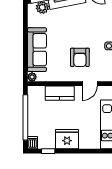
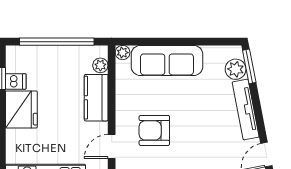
door: (90, 84) -> (112, 146), hinge flipped
plant: (40, 91) -> (100, 65), added
dishwasher: (32, 143) -> (16, 81), moved

